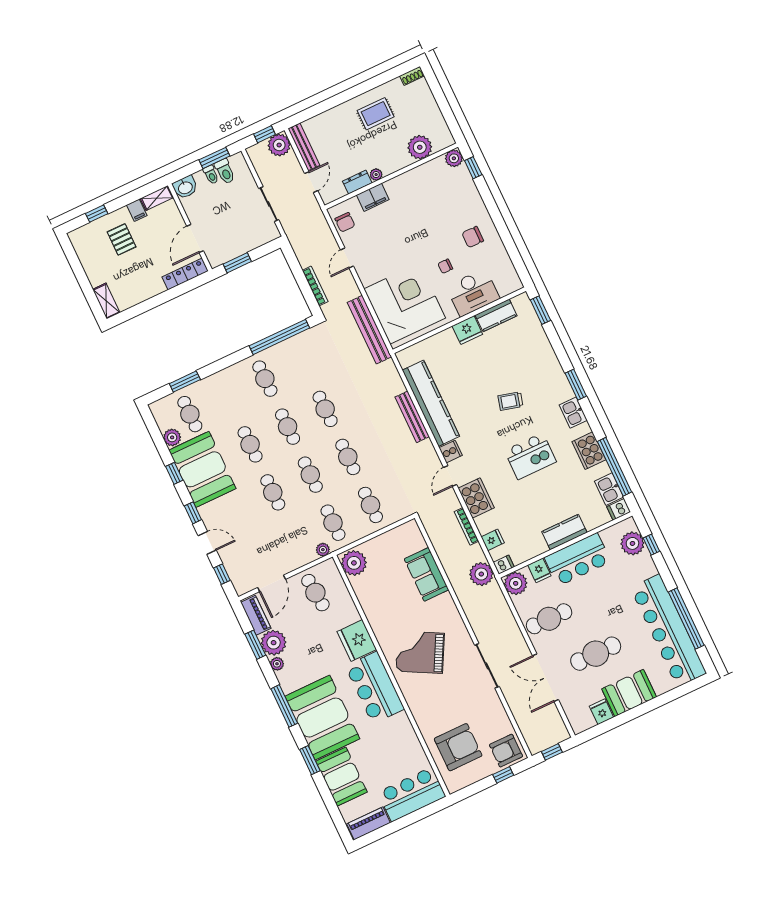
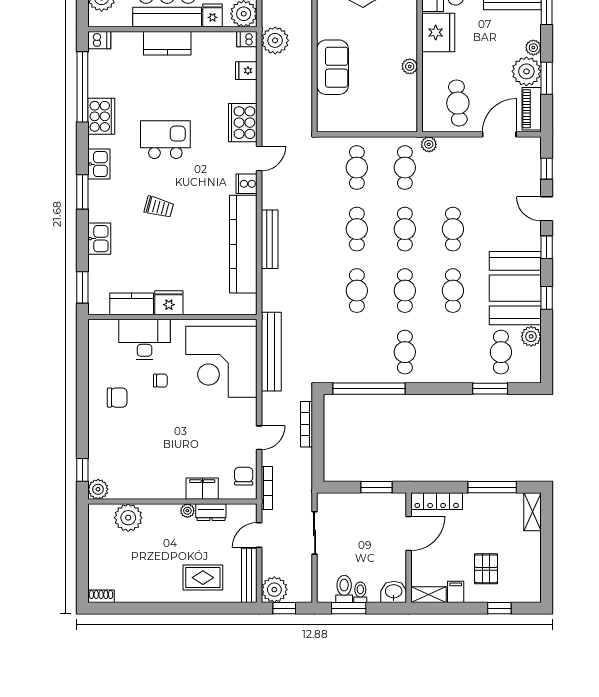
rug: (376, 114) -> (203, 578), moved
window: (147, 305) -> (492, 487), added
kitchen sink: (609, 489) -> (99, 239), moved
bookcase: (466, 526) -> (267, 488), moved
plant: (354, 563) -> (410, 66), moved, width x0.53, depth x0.53

